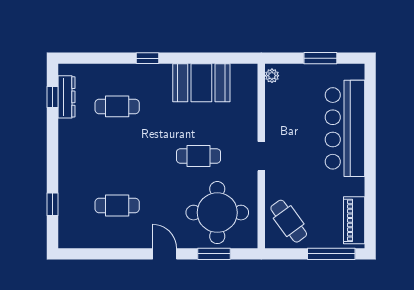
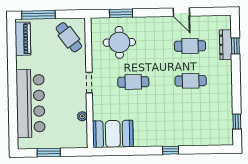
plant: (272, 76) -> (82, 116), moved
booth: (201, 83) -> (113, 134), moved
dresser: (66, 97) -> (226, 45), moved
cafe table: (117, 106) -> (191, 81), moved
round table: (217, 213) -> (119, 42), width x0.73, depth x0.73
door: (165, 254) -> (181, 12), moved

